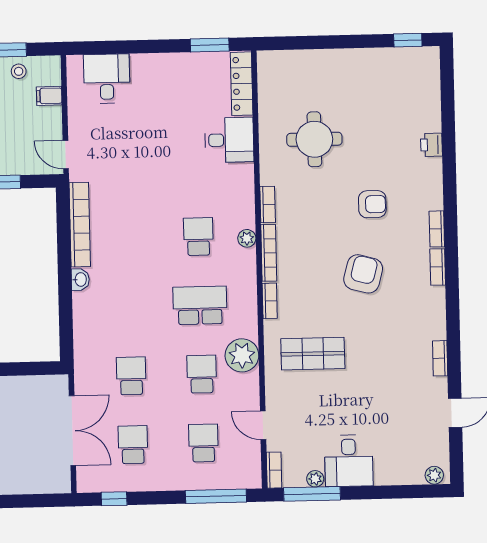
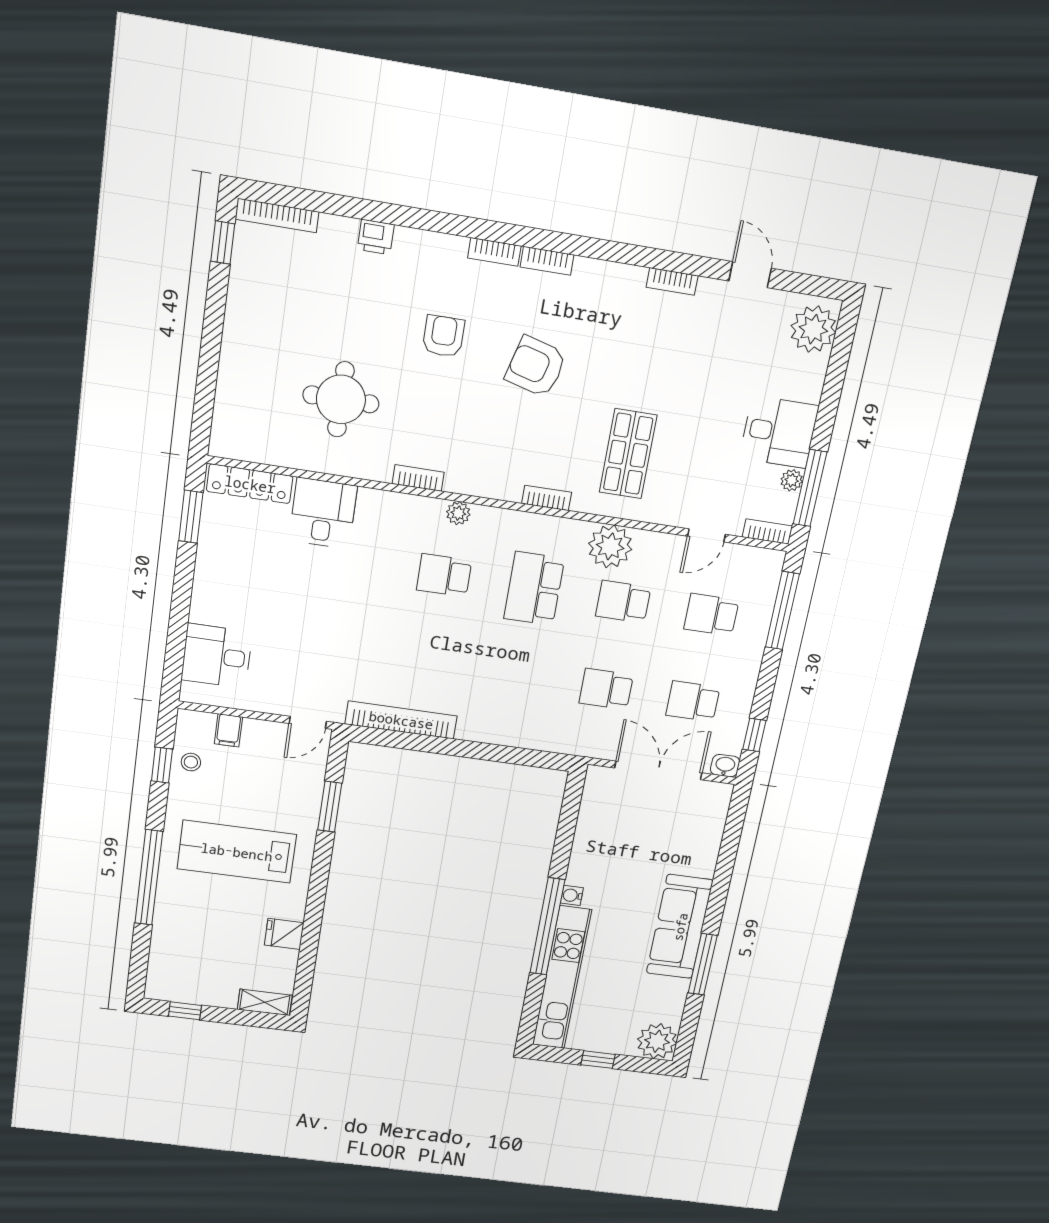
bookcase: (269, 253) -> (277, 216), moved, turned 180
washbasin: (80, 279) -> (725, 766), moved
plant: (434, 475) -> (813, 329), width x1.88, depth x1.88

